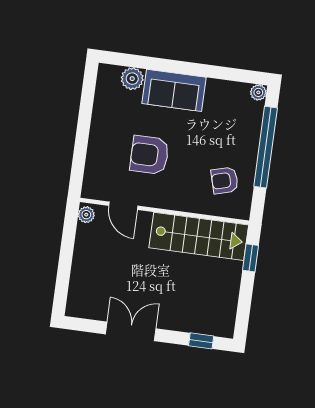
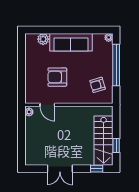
sofa: (174, 90) -> (71, 42), width x1.36
stairs: (199, 236) -> (104, 141), moved, turned 90
window: (251, 258) -> (116, 146), moved
double door: (131, 331) -> (60, 169), swing flipped

